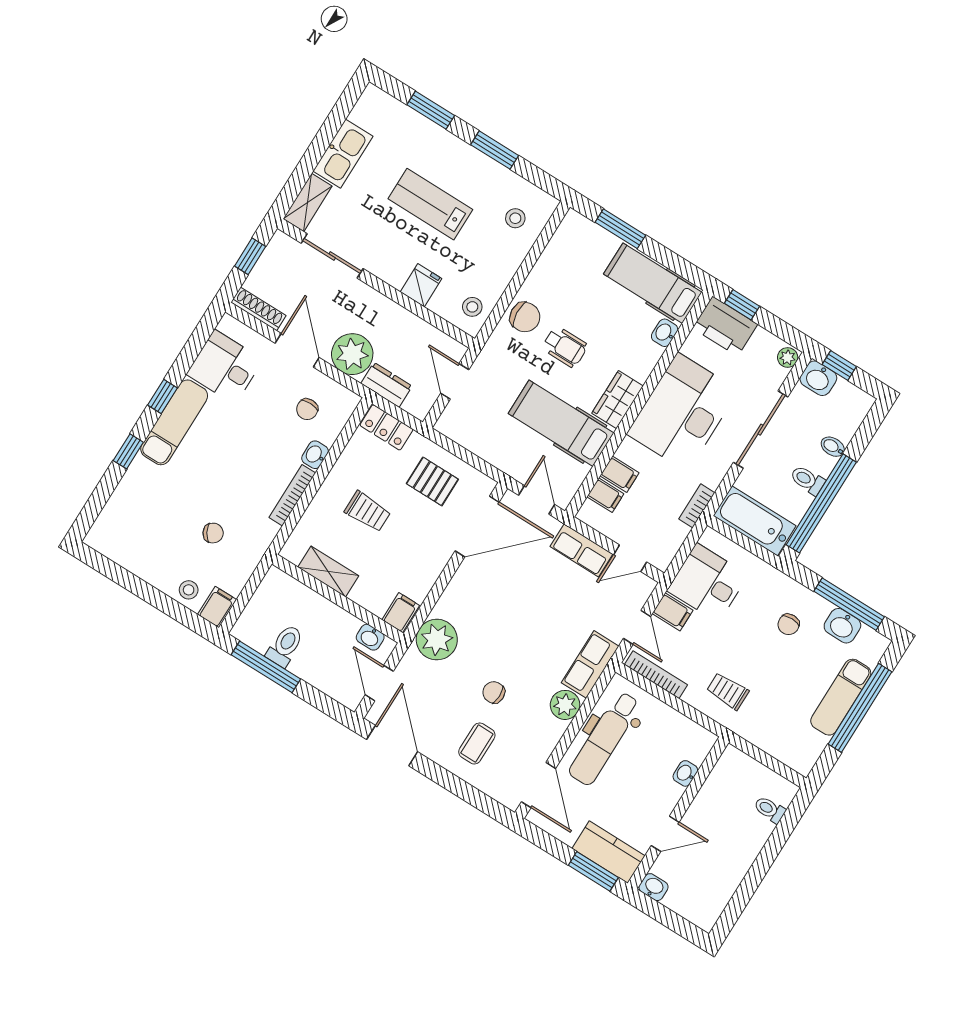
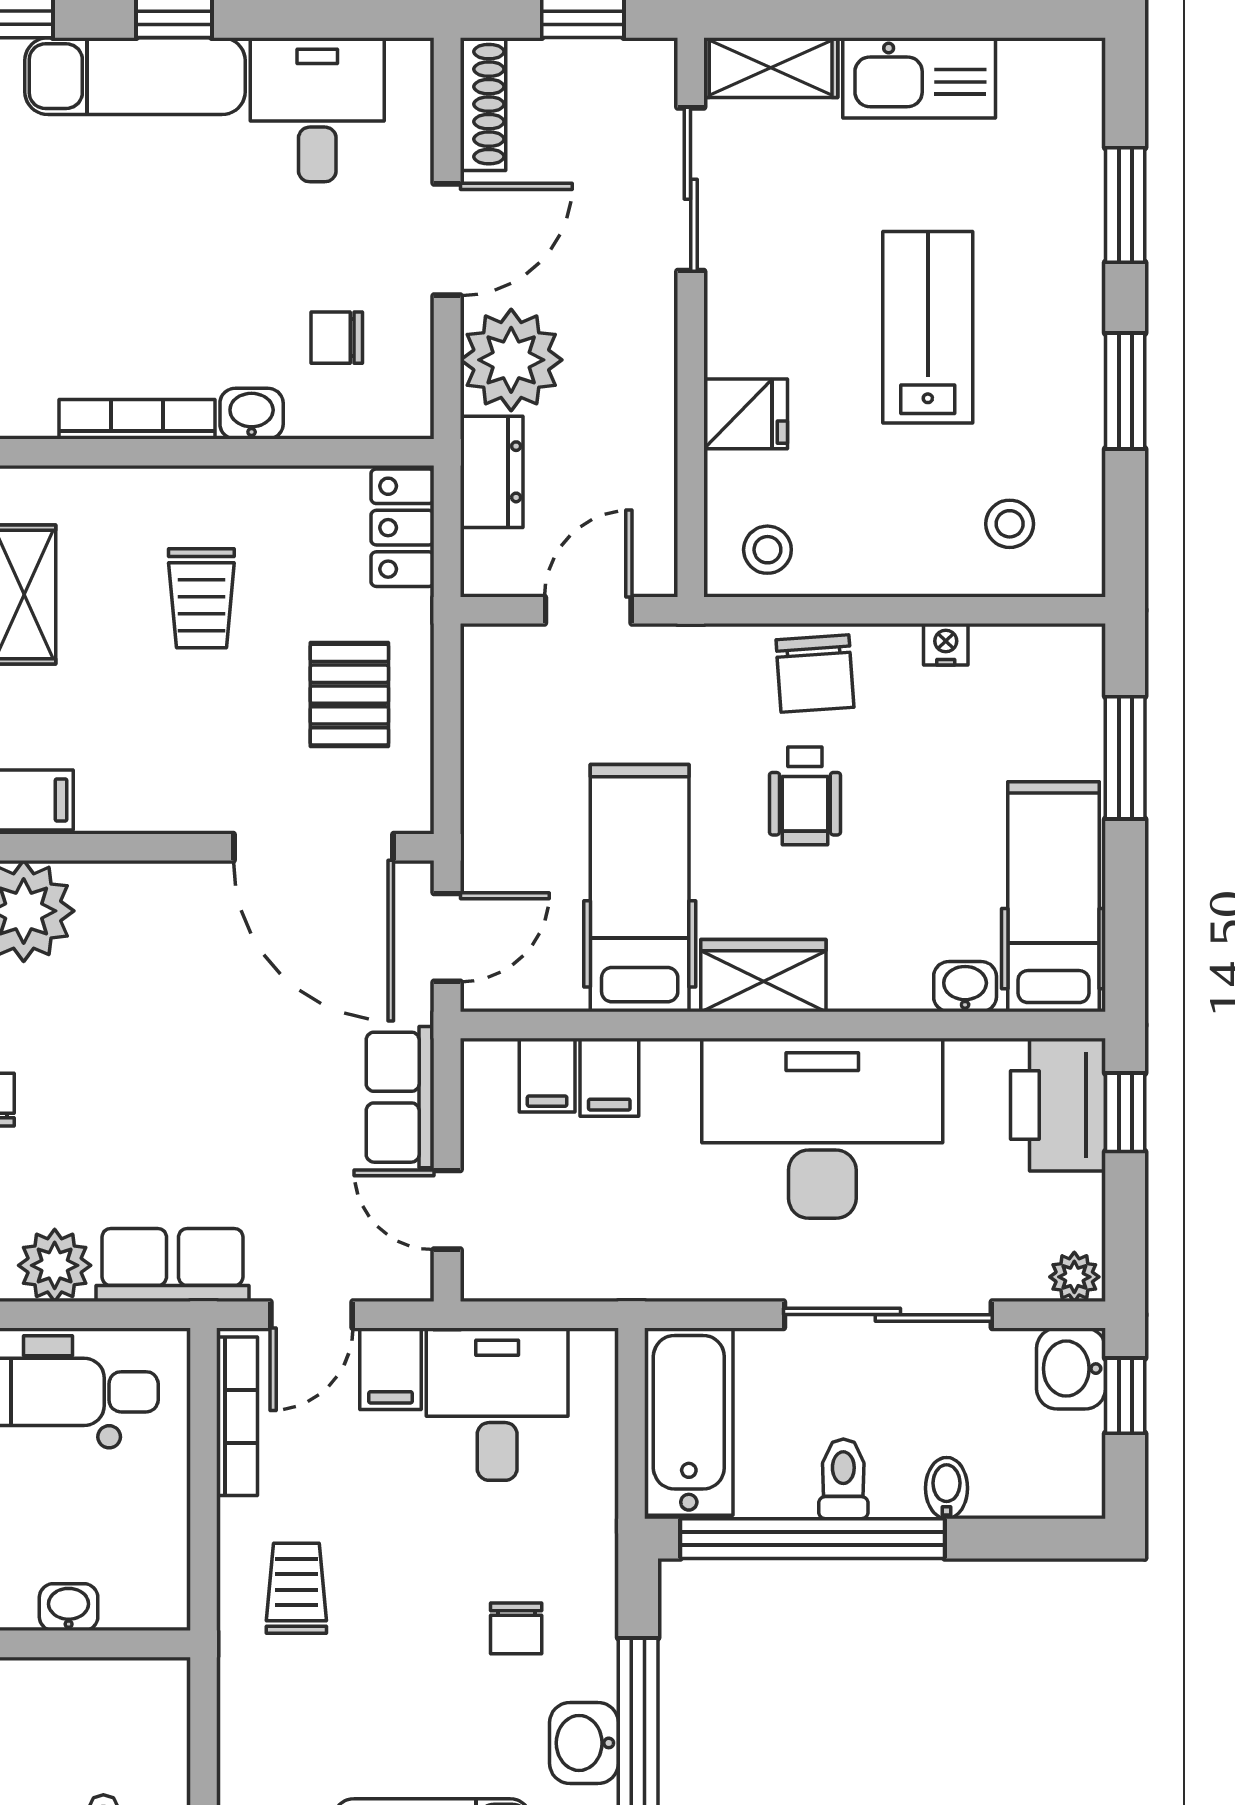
nightstand: (543, 266) -> (946, 644), added
bookcase: (697, 506) -> (644, 1281), removed
chair: (789, 624) -> (516, 1628), turned -90

